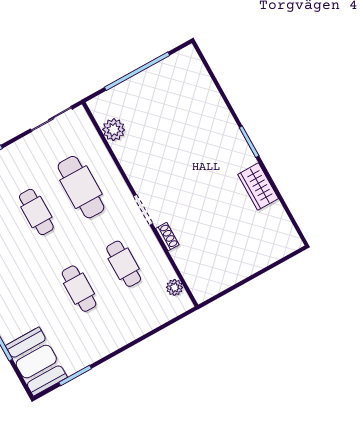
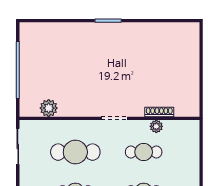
wardrobe: (258, 186) -> (142, 31), removed
shoe rack: (167, 237) -> (159, 112), moved, width x1.43
plant: (175, 287) -> (156, 126), moved

